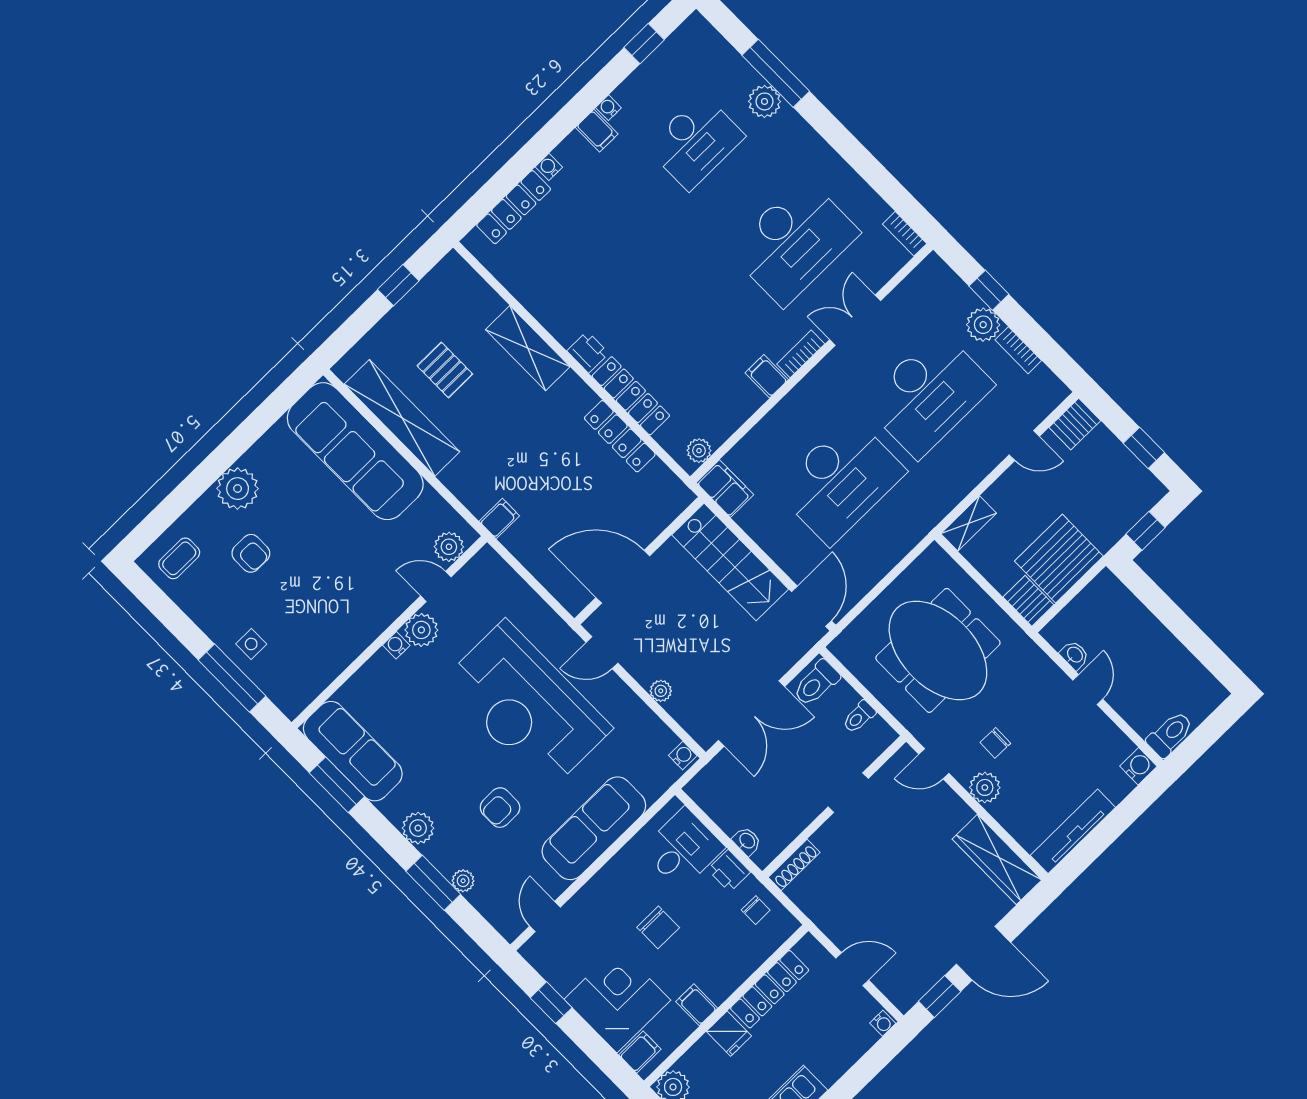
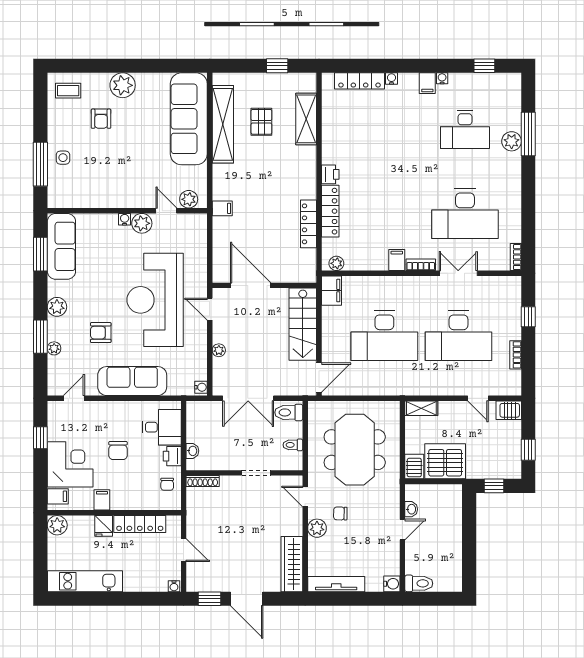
plant: (983, 325) -> (511, 329), removed
shelving: (528, 348) -> (306, 119), moved

